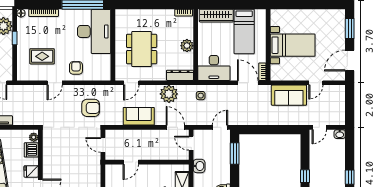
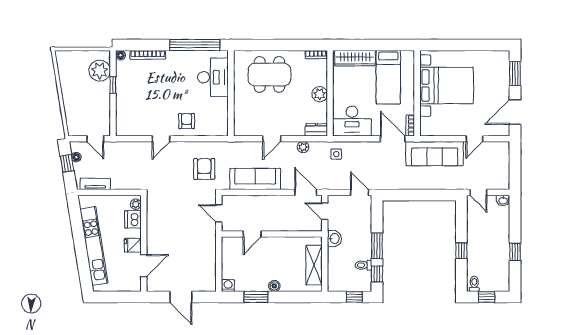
desk: (94, 31) -> (213, 77), width x0.73, depth x0.77
bed with nightstands: (293, 45) -> (447, 86), width x1.36
dining table: (142, 49) -> (269, 74), moved, turned 90
rug: (42, 56) -> (146, 107), removed
dresser: (180, 75) -> (316, 130), width x0.70
door: (131, 83) -> (272, 139), moved
plant: (169, 94) -> (303, 147), width x0.53, depth x0.53
sofa: (289, 95) -> (435, 154), width x1.36
armchair: (91, 108) -> (204, 169), turned -90
sofa: (139, 116) -> (255, 179), width x1.36
door: (220, 127) -> (359, 192), hinge flipped
door: (319, 127) -> (478, 192), hinge flipped
window: (235, 154) -> (377, 246), moved

